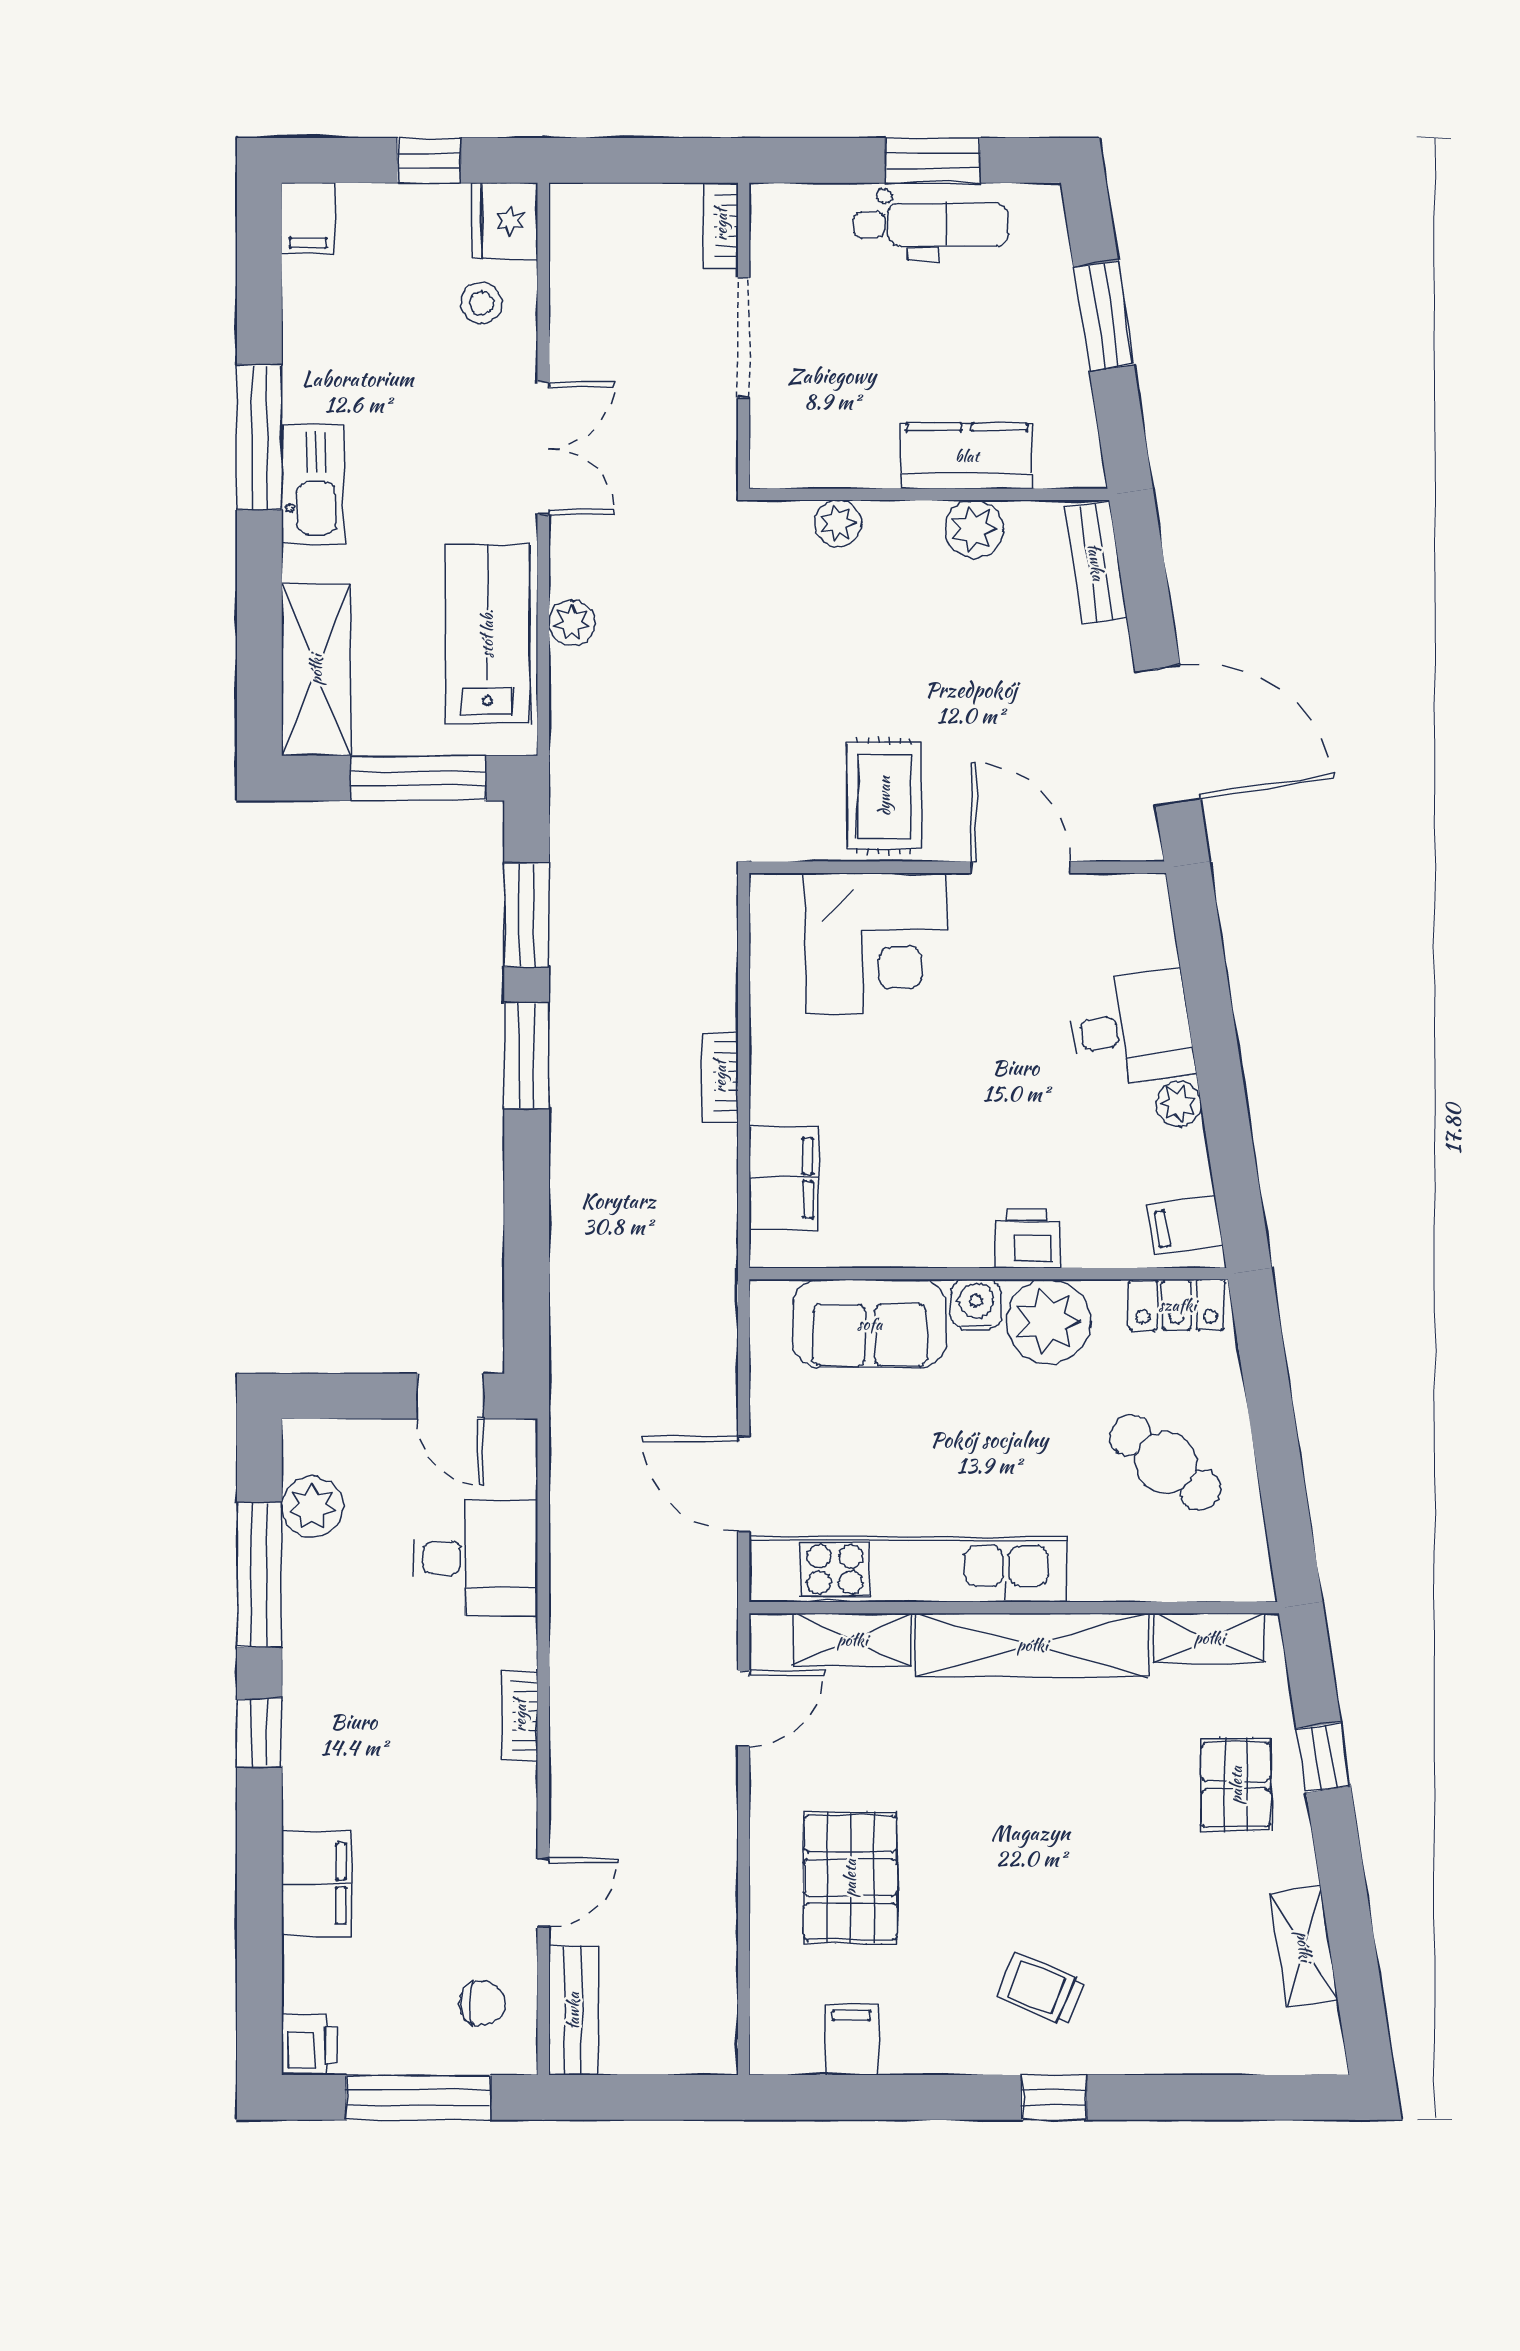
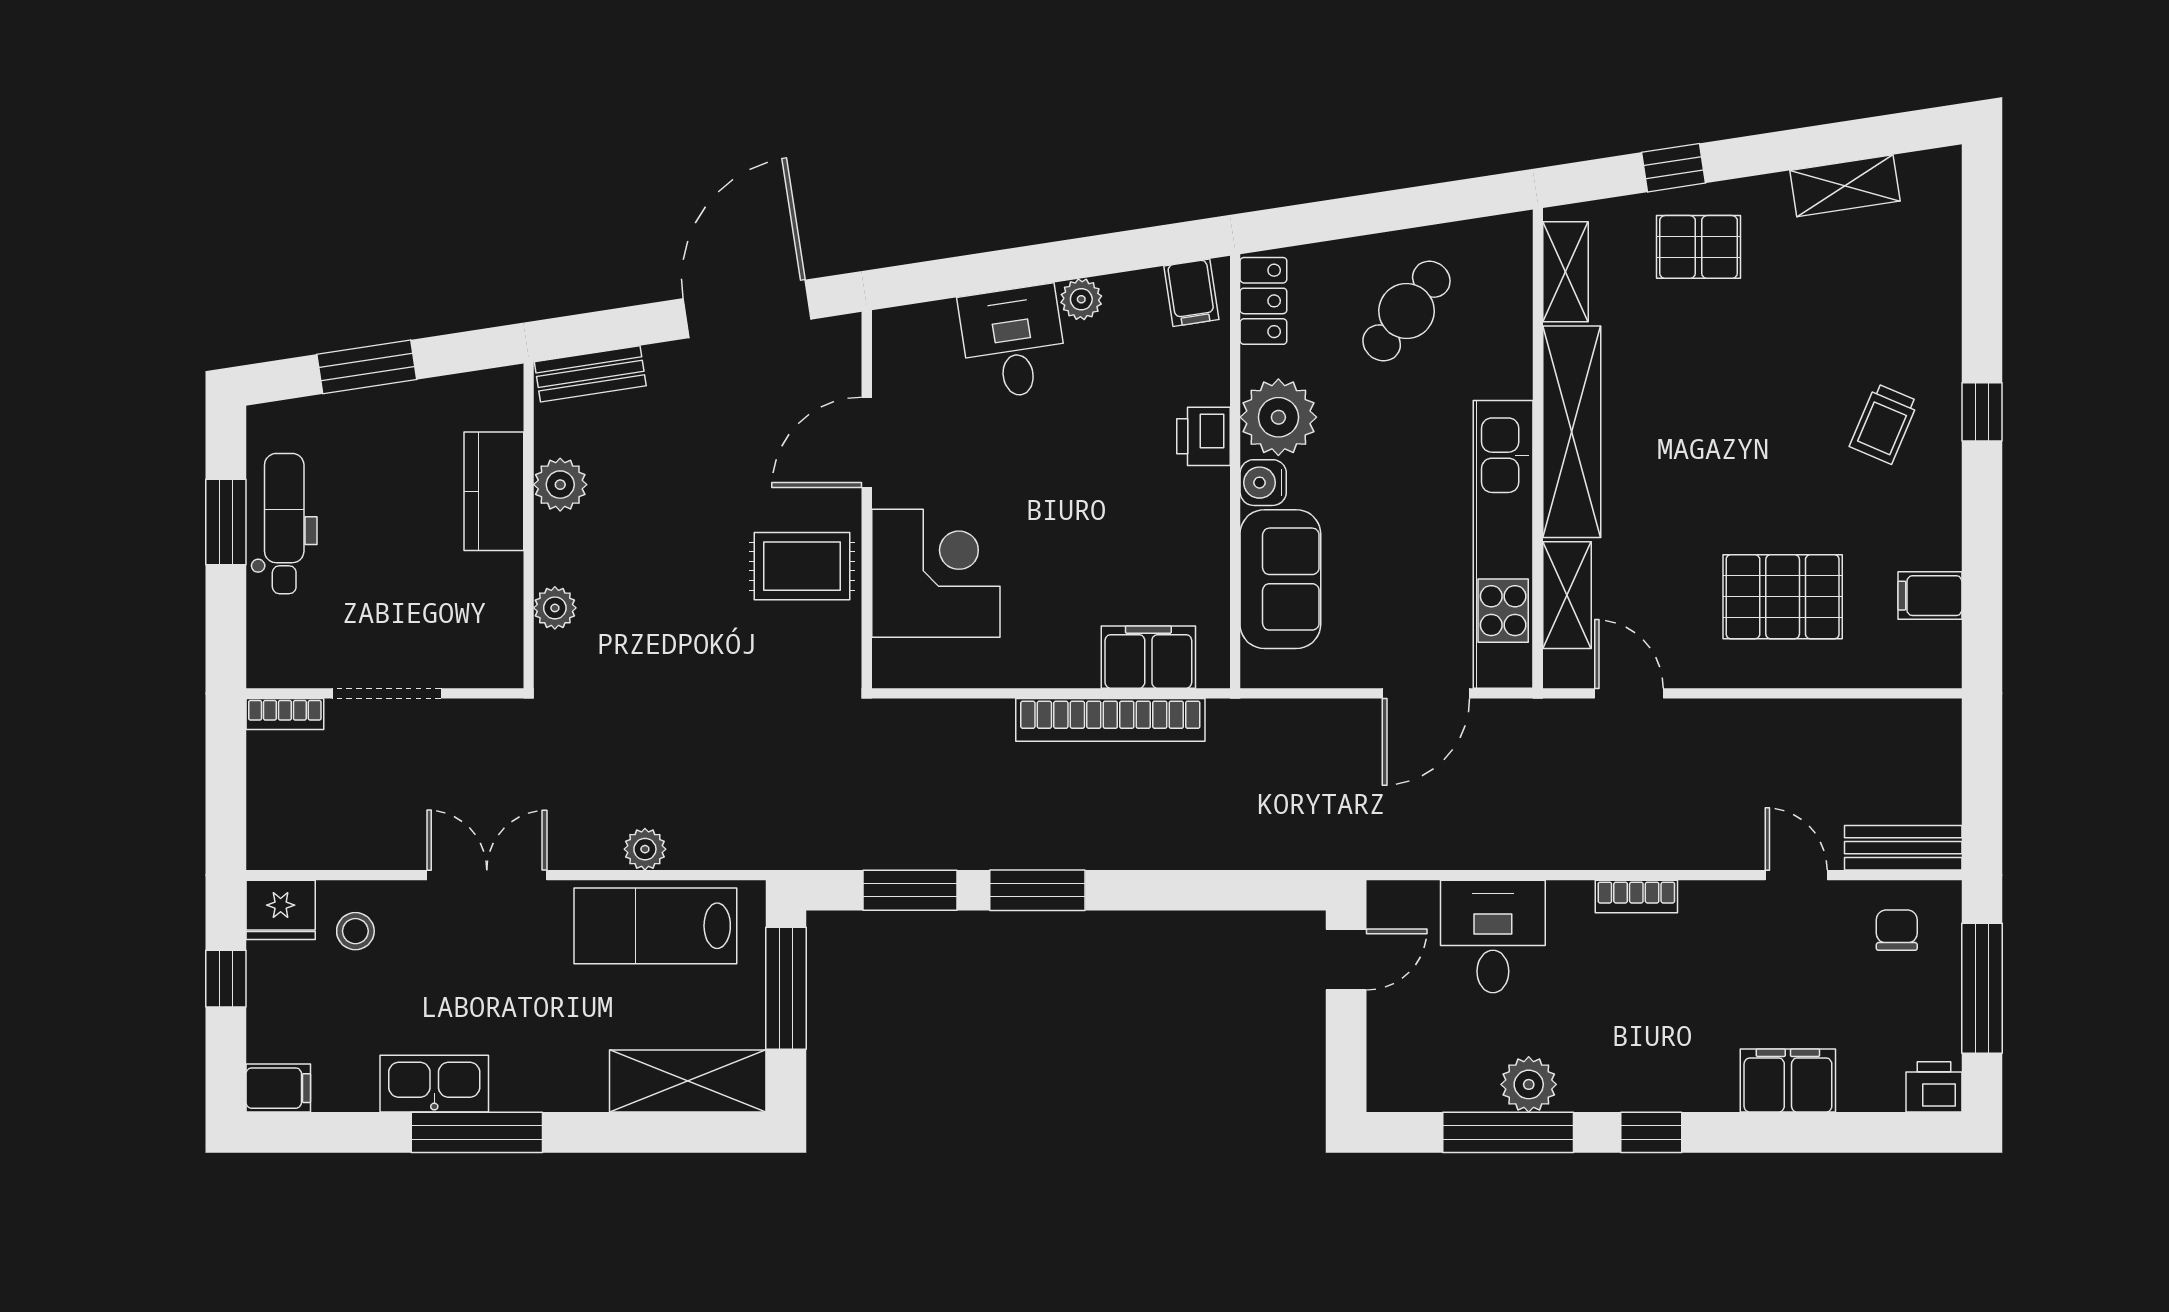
kitchen sink: (313, 484) -> (434, 1084), moved
bookcase: (720, 1077) -> (1110, 720), width x2.31, depth x1.31
plant: (312, 1507) -> (1529, 1084), moved

